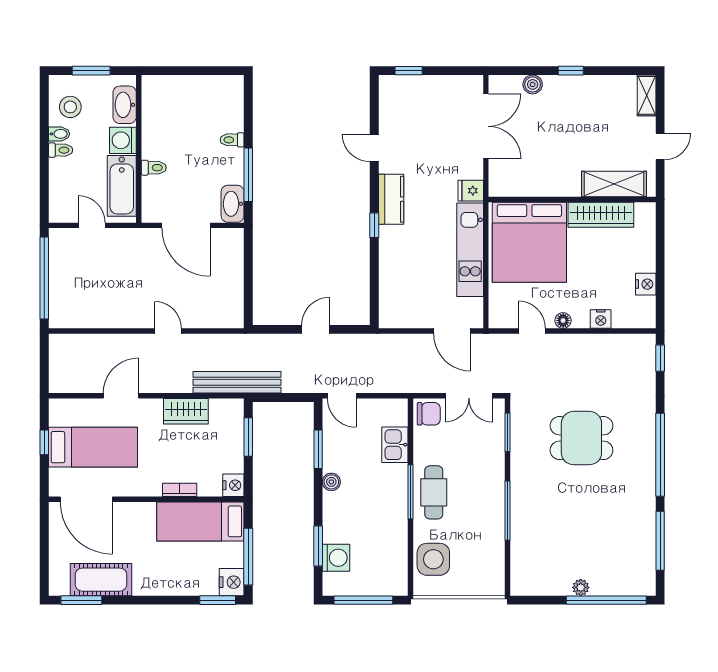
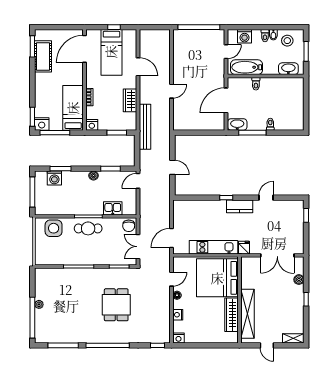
washing machine: (123, 140) -> (244, 36), moved, turned 180
shelving: (614, 184) -> (247, 314), width x1.47
nightstand: (646, 284) -> (178, 338), moved

